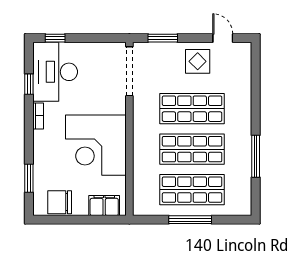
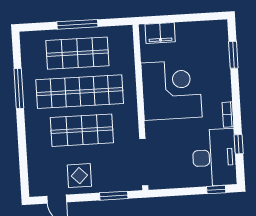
shop shelf: (192, 149) -> (80, 92), width x1.40
chair: (60, 202) -> (203, 34), removed

